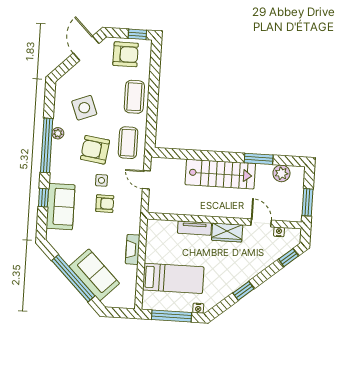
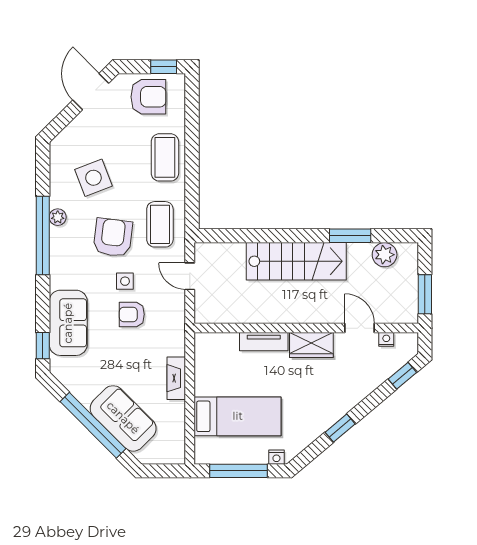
armchair: (95, 150) -> (113, 238), turned 89
window: (43, 198) -> (43, 346), moved
armchair: (105, 204) -> (132, 314), turned 180

